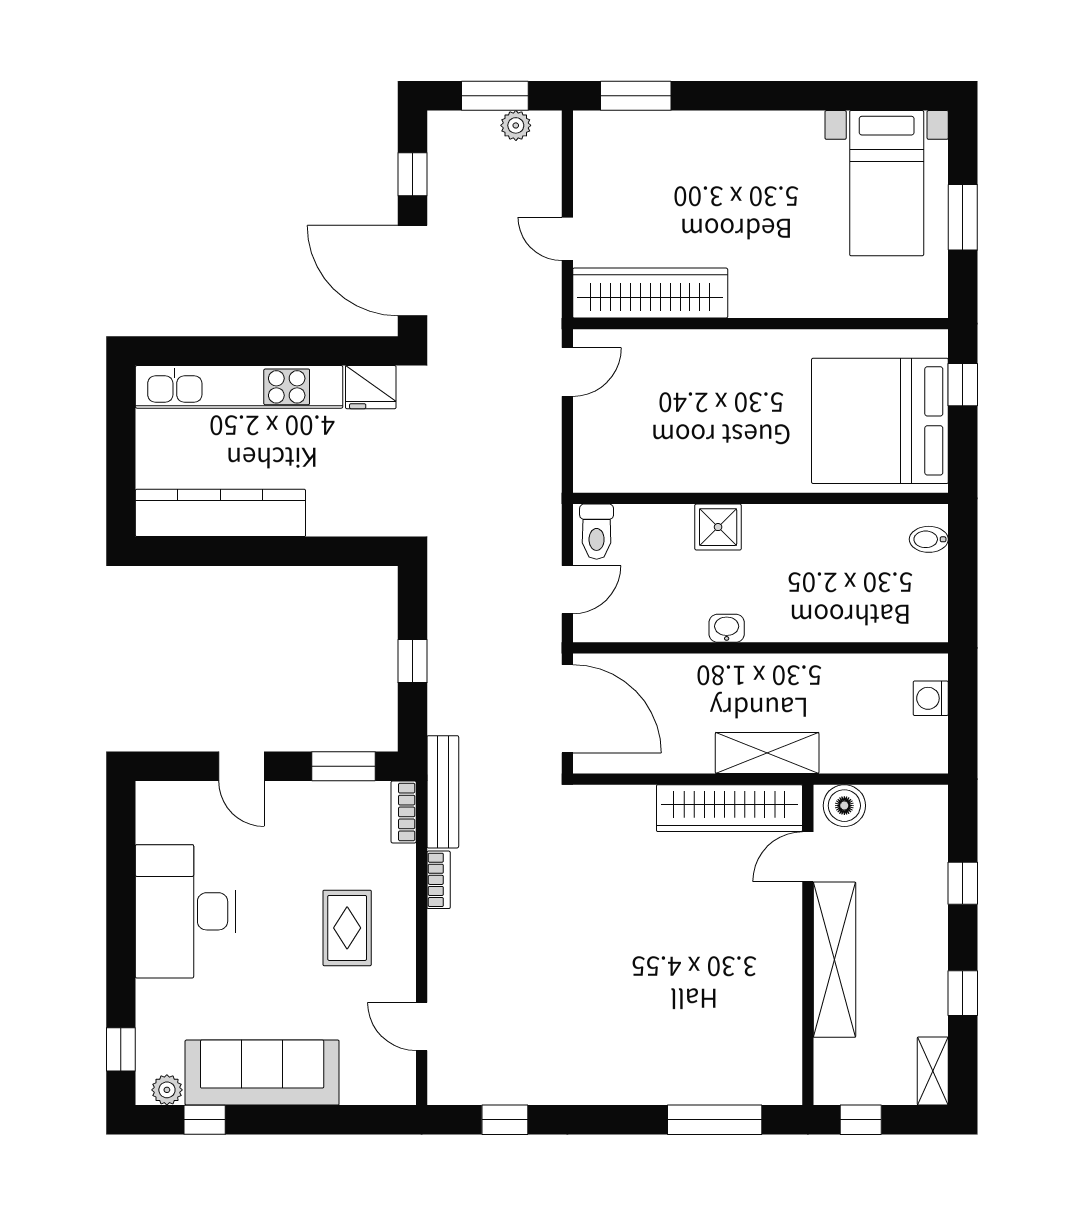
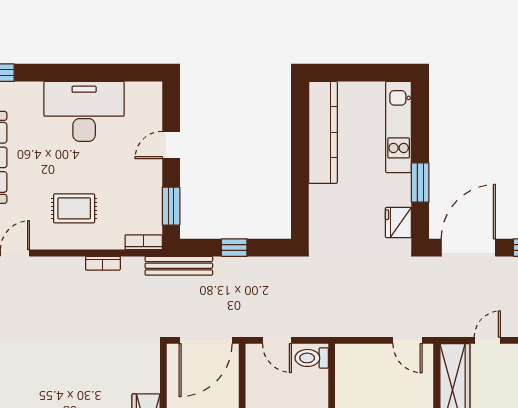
window: (304, 351) -> (420, 183), added
kitchen unit: (239, 387) -> (399, 127), width x0.73
bench: (443, 792) -> (179, 266), moved

